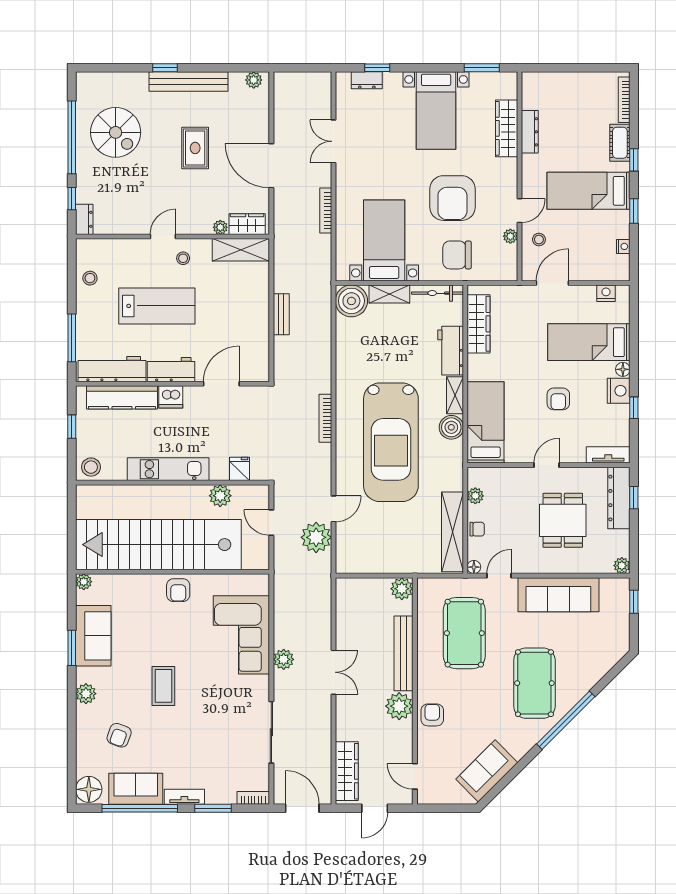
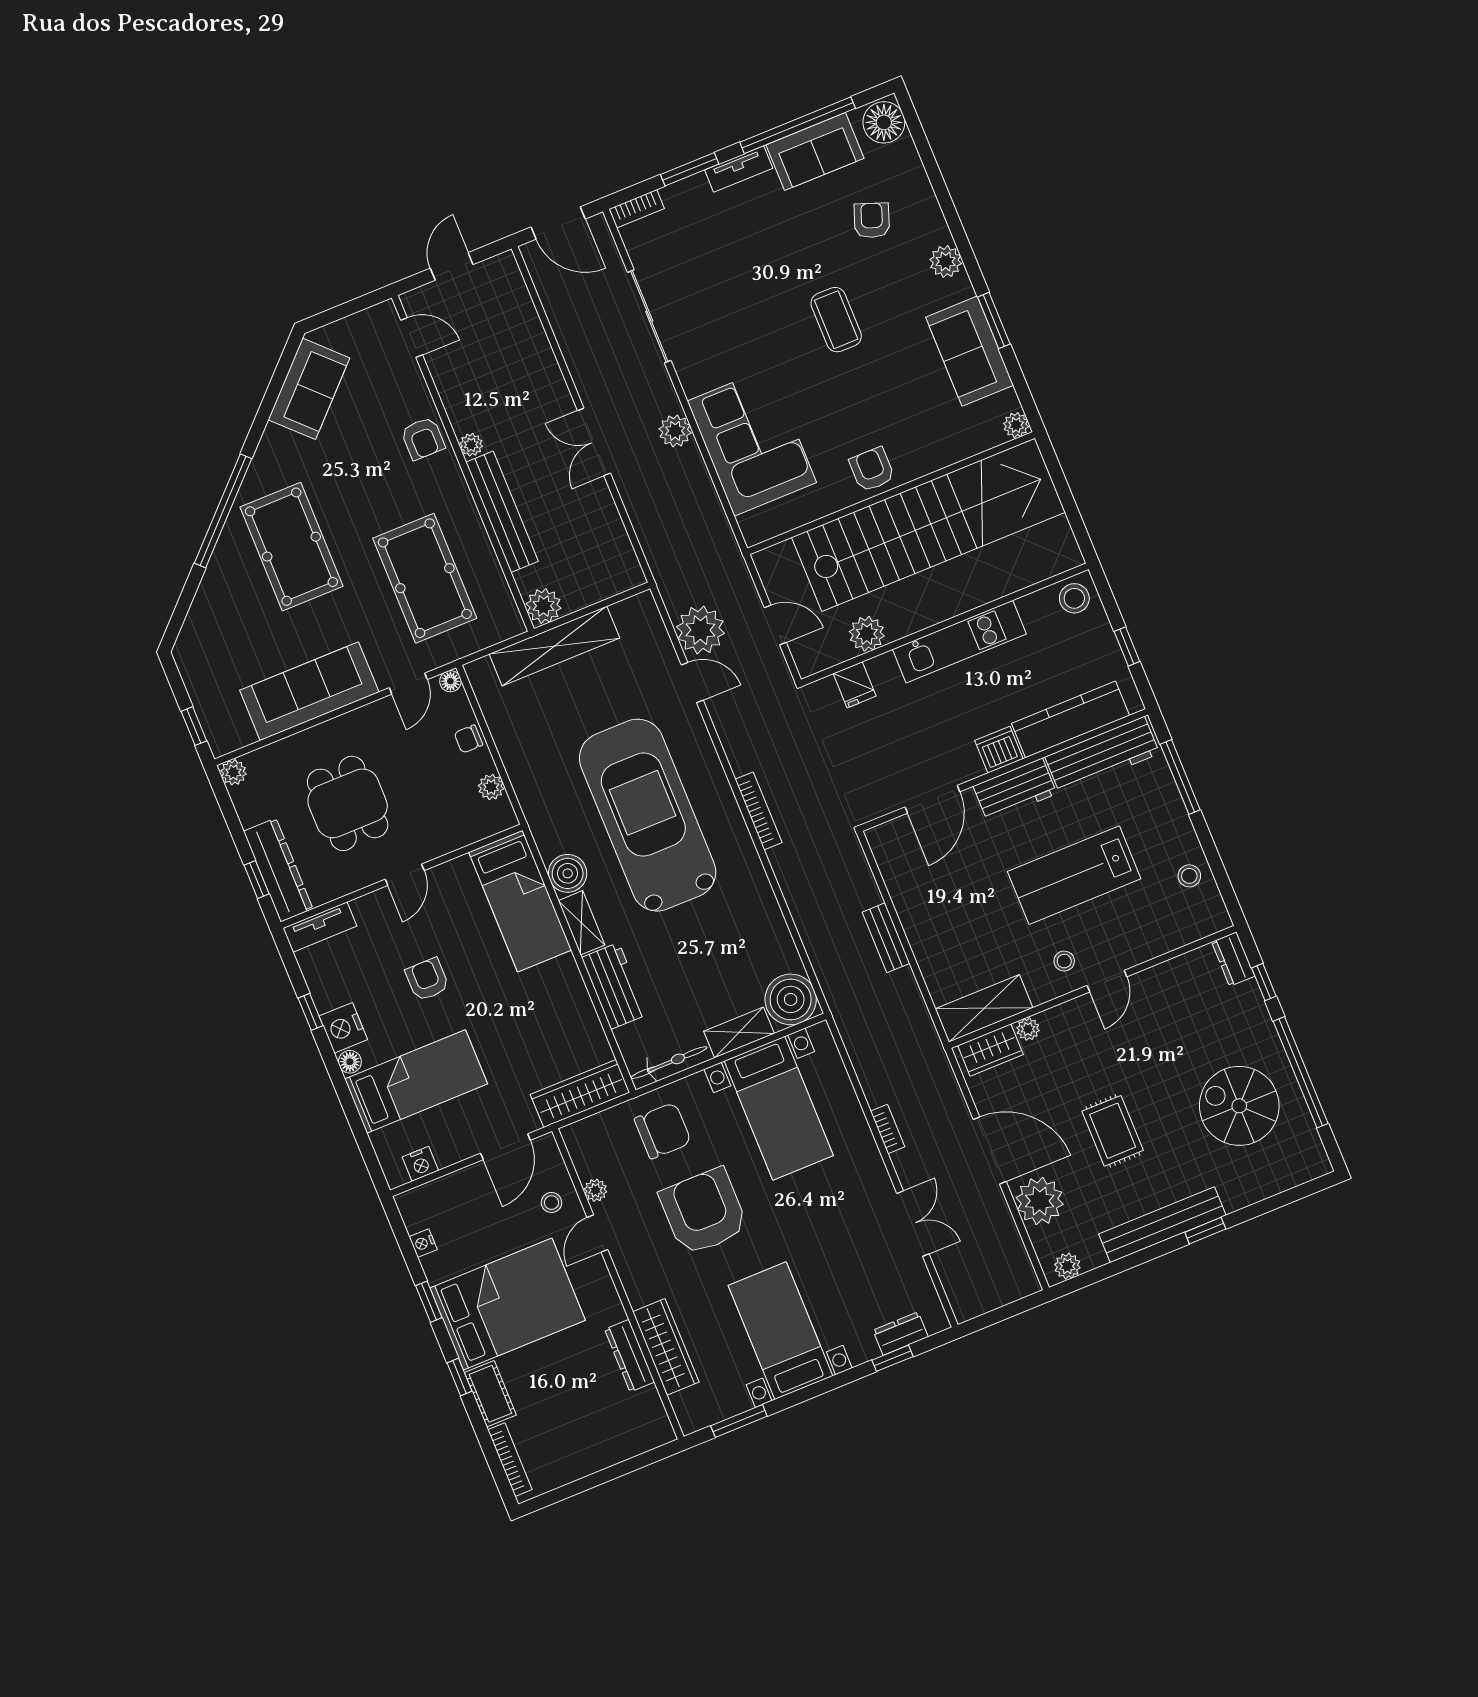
plant: (254, 124) -> (1040, 1201), added
bed: (589, 191) -> (508, 1304), width x1.50
bookcase: (326, 211) -> (888, 1129), width x0.64
wardrobe: (478, 324) -> (580, 1094), moved, turned 90
door: (333, 509) -> (692, 682), swing flipped
shelving: (452, 532) -> (554, 646), moved, turned 90
plant: (399, 706) -> (471, 445), width x0.53, depth x0.53
wardrobe: (347, 771) -> (515, 304), removed

